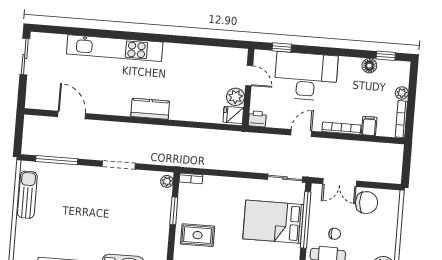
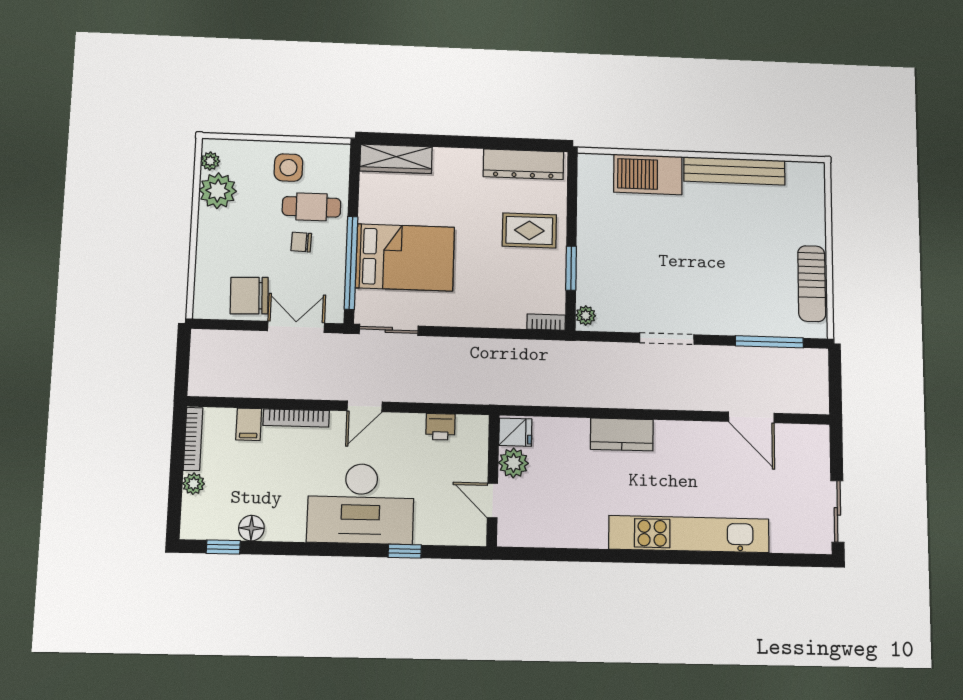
door: (249, 76) -> (492, 500), moved
wall: (248, 87) -> (493, 480), moved
plant: (235, 97) -> (513, 463), moved
fridge: (233, 115) -> (515, 432), moved

